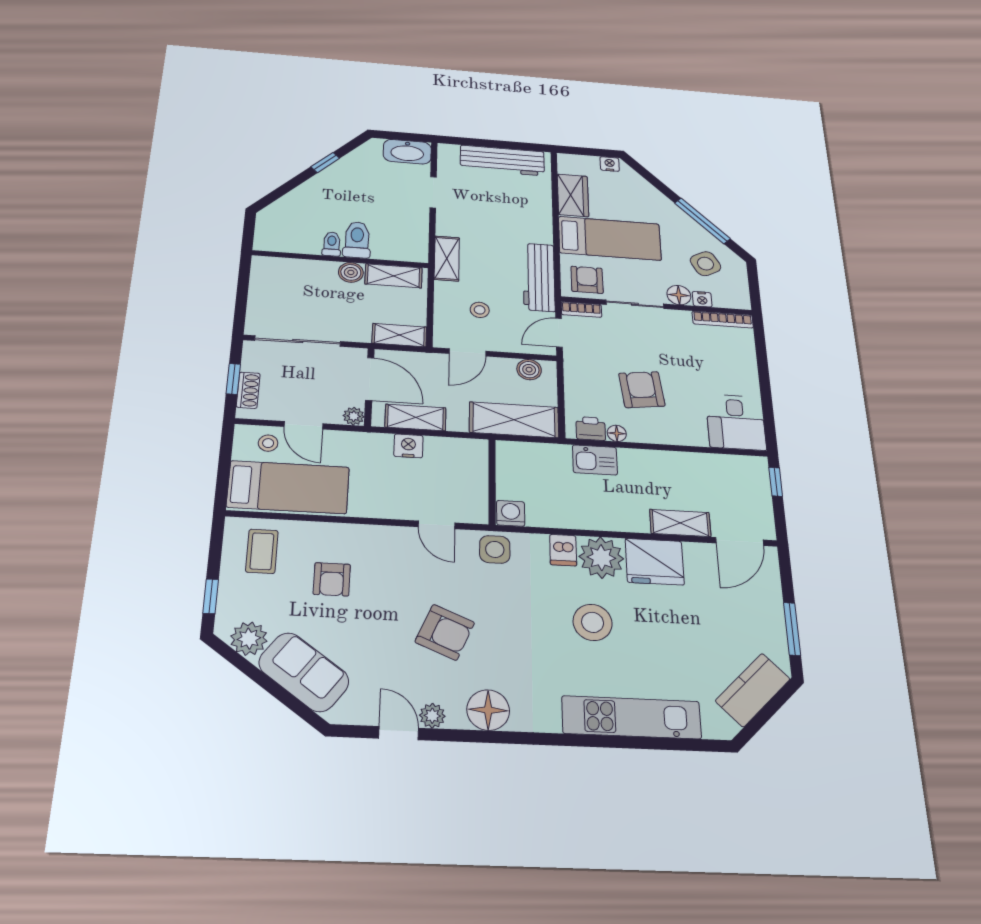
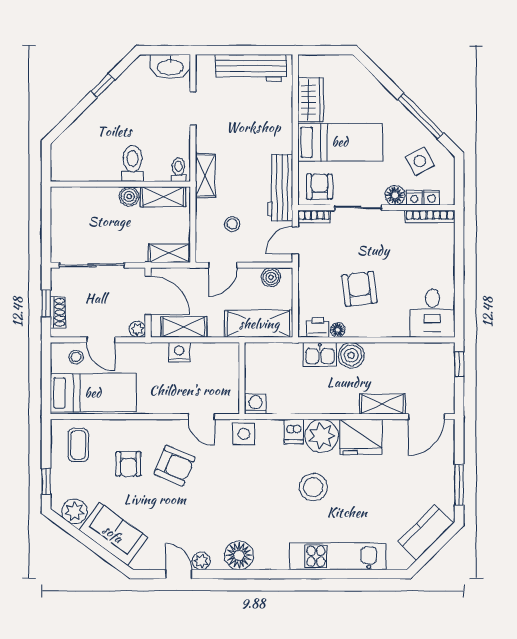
nightstand: (610, 164) -> (432, 197), moved, turned 180
toilet: (332, 244) -> (179, 170), moved
boiler: (636, 463) -> (351, 355), added
armchair: (445, 632) -> (175, 466), moved

